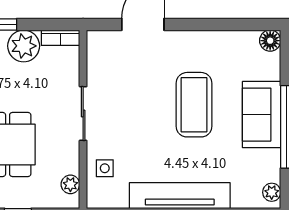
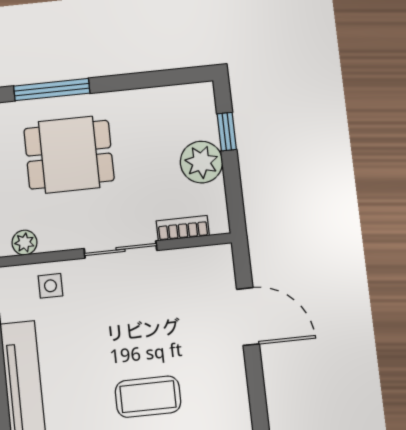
bookcase: (61, 38) -> (183, 228), moved, turned 90
coffee table: (194, 105) -> (148, 397), width x0.73, depth x0.76

